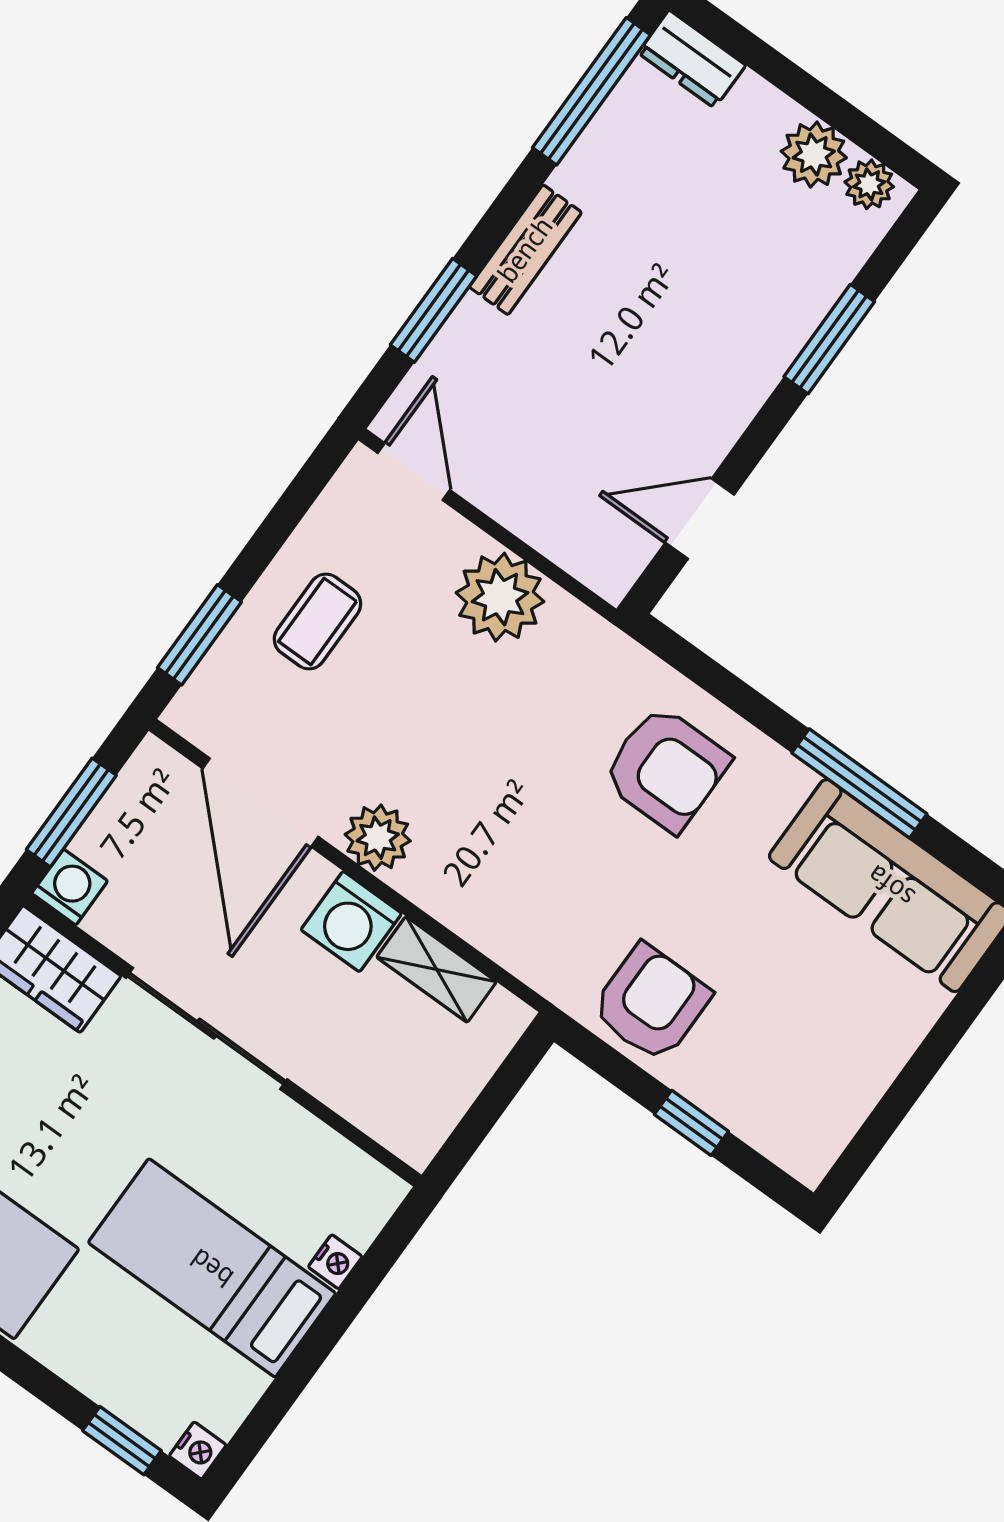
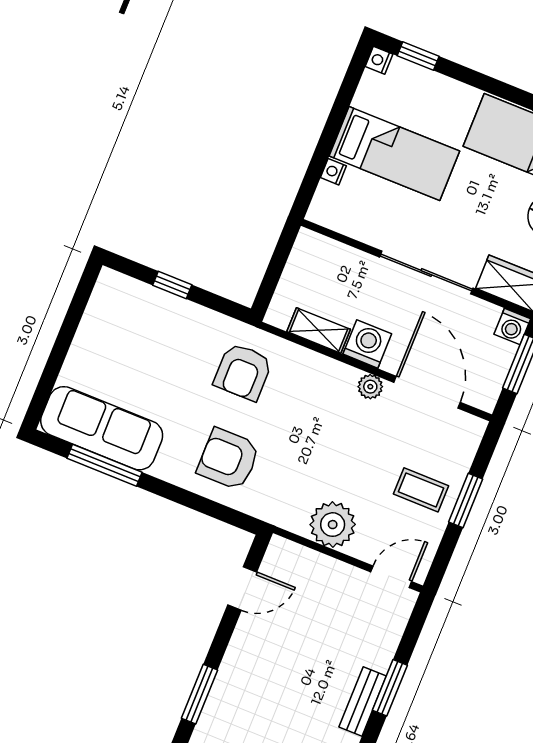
window: (433, 310) -> (390, 688), moved
door: (414, 472) -> (391, 577), swing flipped
coffee table: (317, 621) -> (421, 490), turned 90
window: (199, 635) -> (466, 501), moved
window: (859, 783) -> (104, 465), moved
plant: (378, 838) -> (370, 387), width x0.73, depth x0.73
armchair: (651, 1003) -> (243, 372), moved

